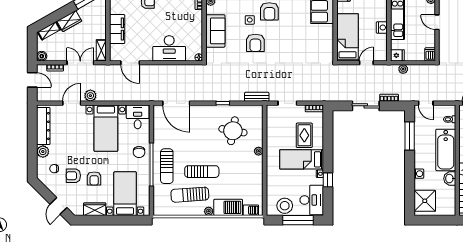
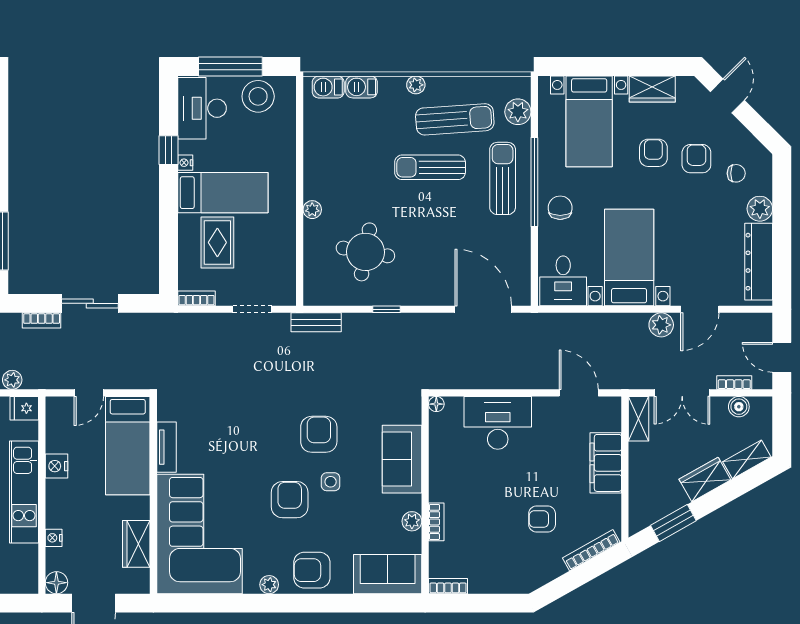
tv unit: (329, 37) -> (167, 447), added
boiler: (42, 56) -> (739, 407), moved
armchair: (73, 176) -> (696, 159), turned -90
plant: (159, 198) -> (518, 112), added
barbecue: (228, 207) -> (362, 87), width x0.53, depth x0.65

